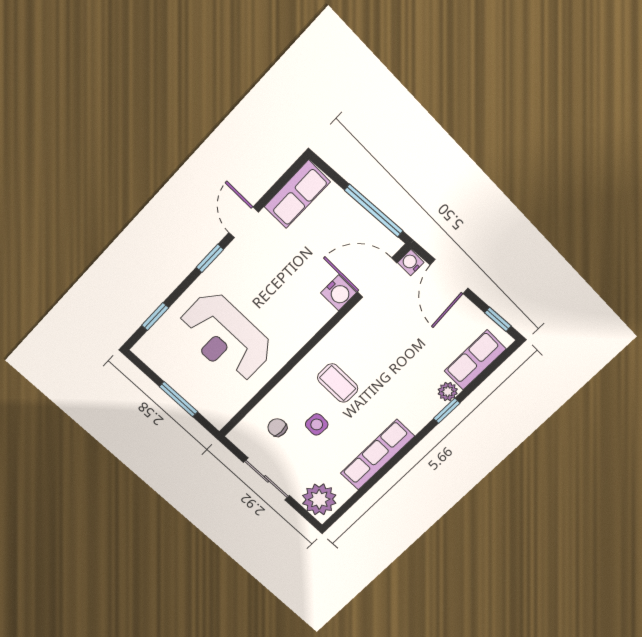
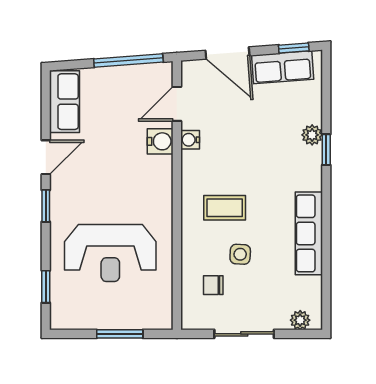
door: (244, 222) -> (46, 157), swing flipped
water cooler: (411, 263) -> (190, 140), moved
door: (377, 278) -> (177, 104), width x0.73
row of seats: (475, 360) -> (283, 67), moved, turned -94
plant: (319, 499) -> (300, 320), width x0.53, depth x0.53

